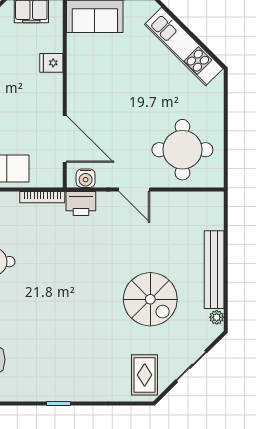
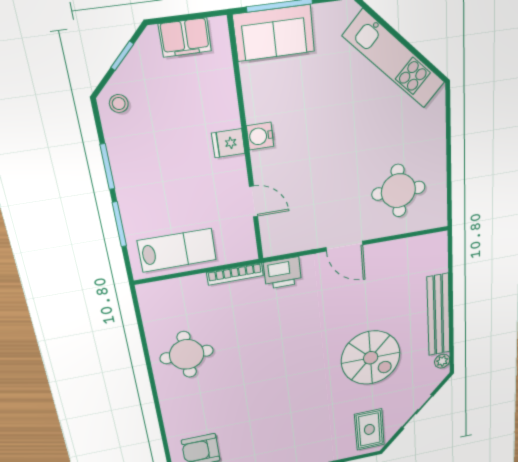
fridge: (51, 63) -> (228, 143), moved
door: (65, 139) -> (254, 201), width x0.53
round table: (182, 150) -> (398, 191), width x0.73, depth x0.73
water cooler: (86, 178) -> (260, 136), moved, turned 90

